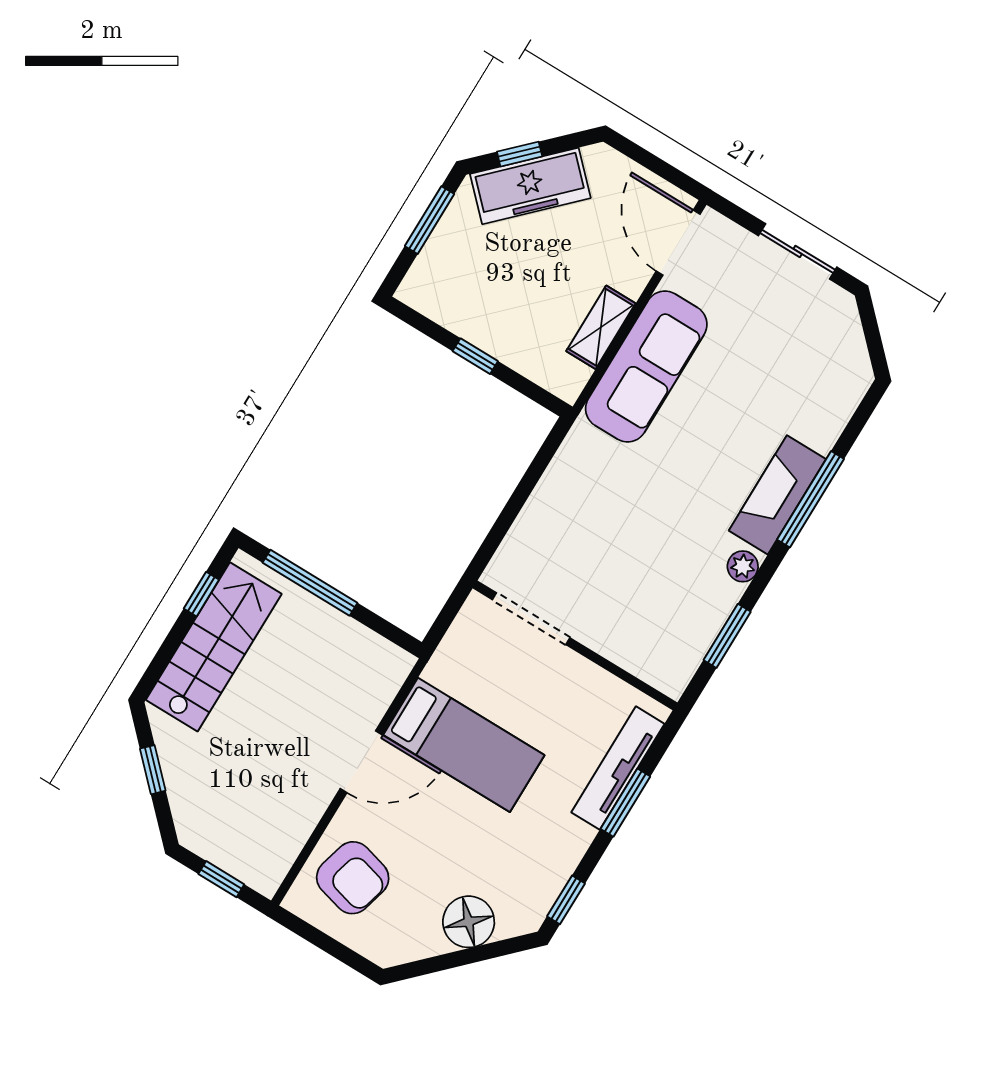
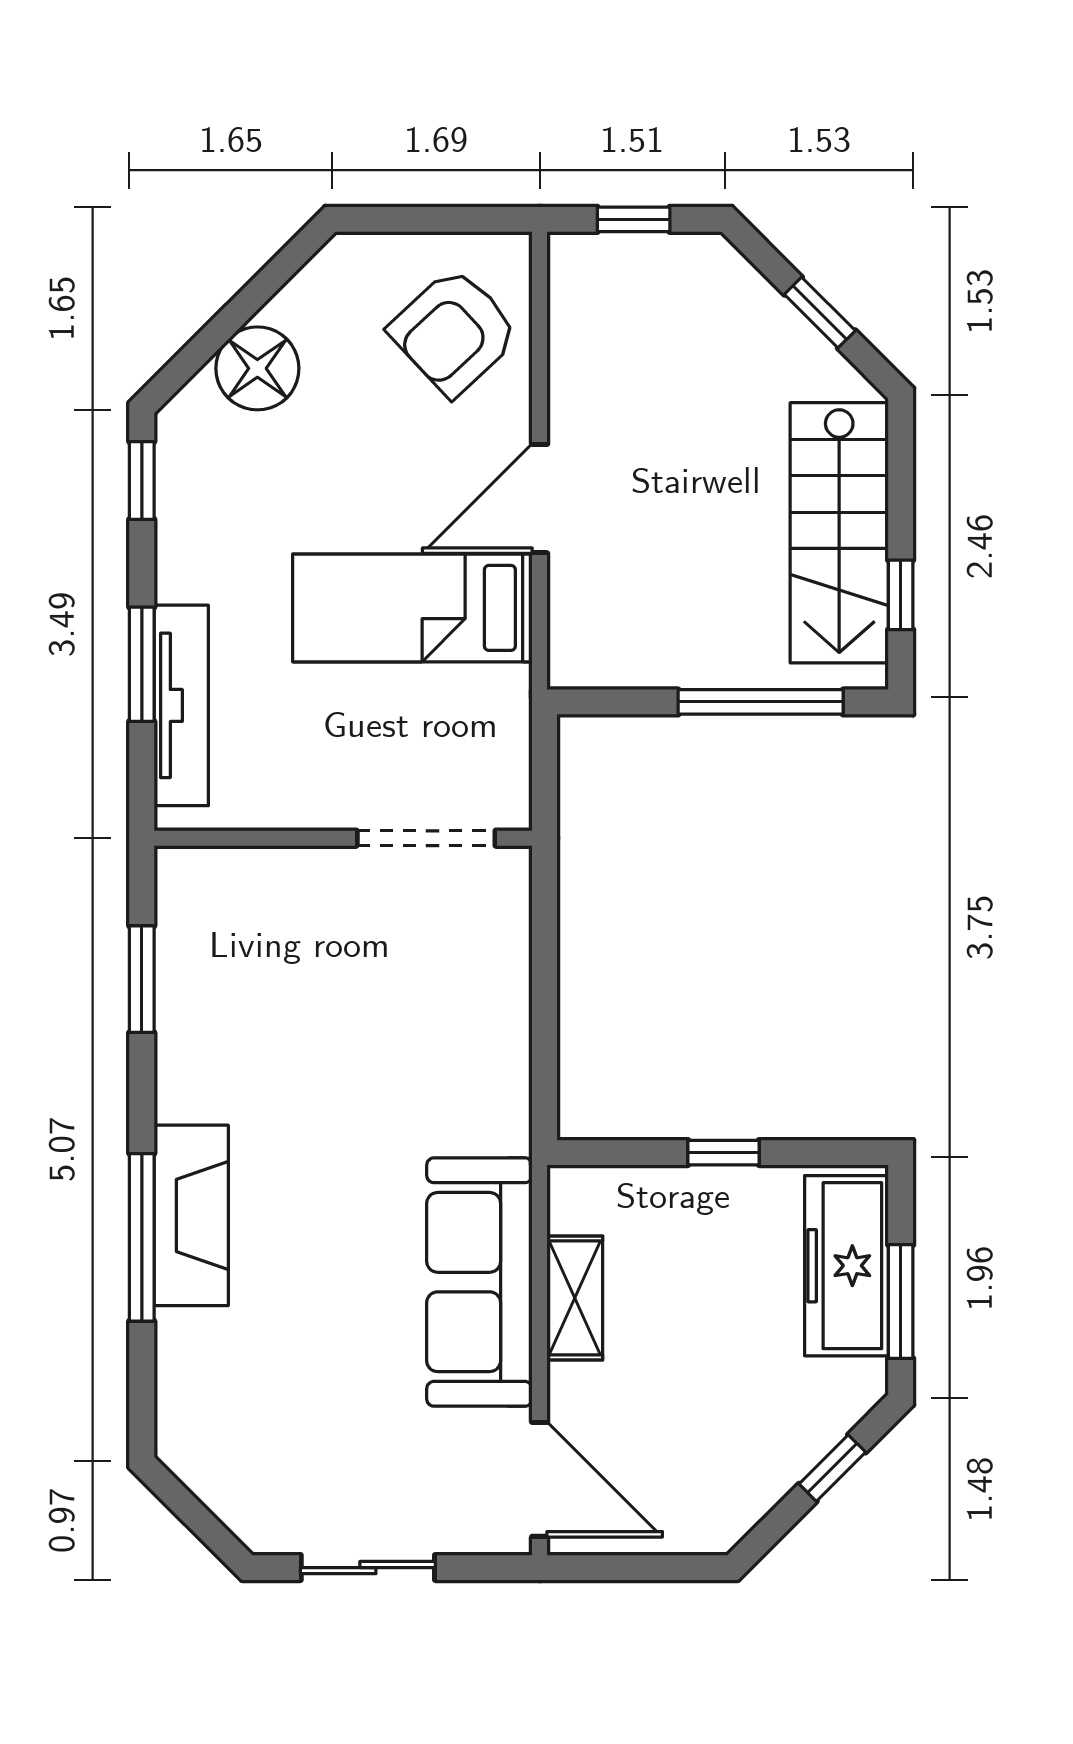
freezer: (530, 186) -> (846, 1266), moved, turned -45
plant: (743, 566) -> (179, 1088), removed
armchair: (353, 878) -> (454, 332), turned -58

